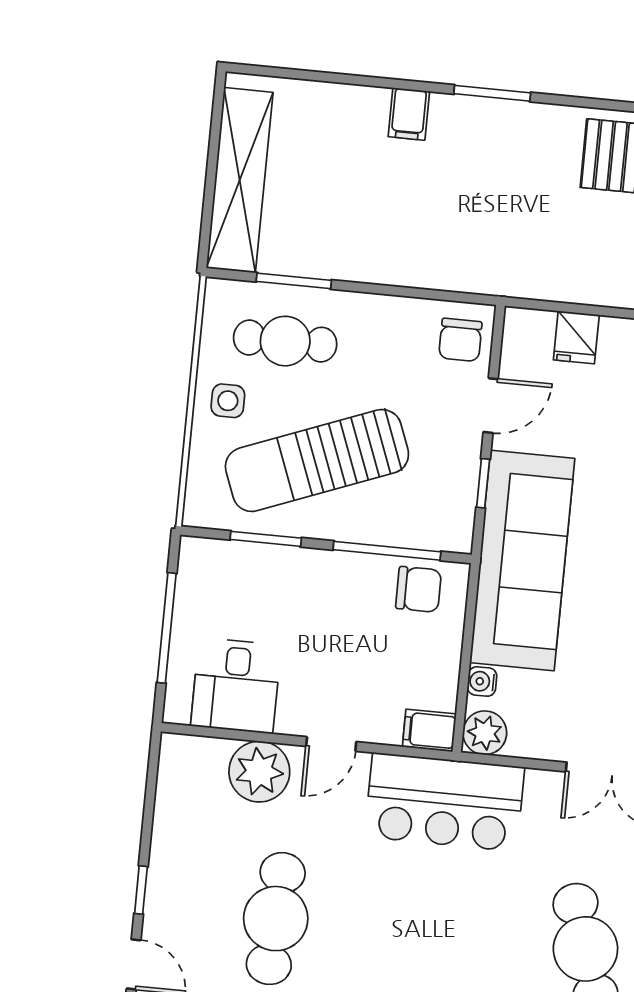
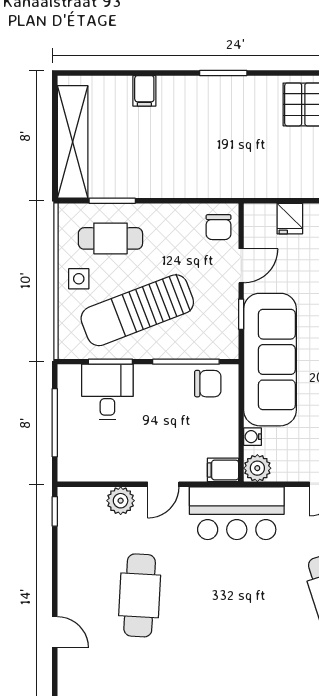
filing cabinet: (409, 114) -> (144, 91), moved
desk: (236, 686) -> (107, 392), moved, turned 180
plant: (259, 772) -> (121, 501), width x0.73, depth x0.73
window: (141, 890) -> (55, 511), moved

